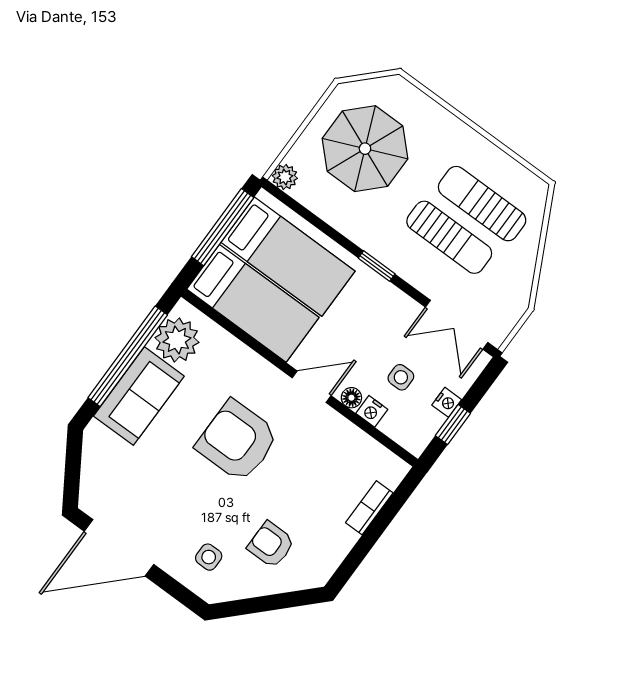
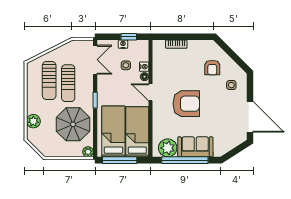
plant: (425, 113) -> (33, 121), added
parasol: (365, 149) -> (73, 124), moved
sun lounger: (449, 237) -> (68, 83), turned 180
armchair: (237, 441) -> (186, 104), turned -90

